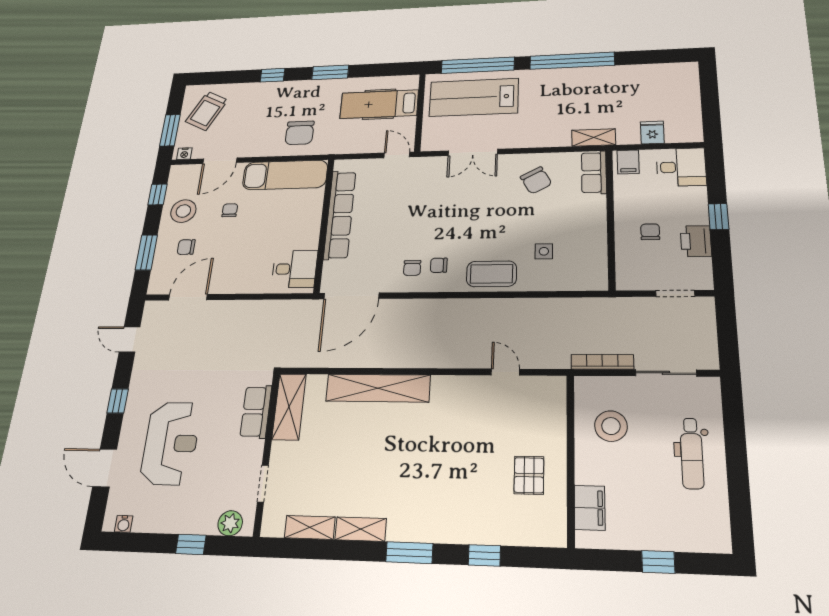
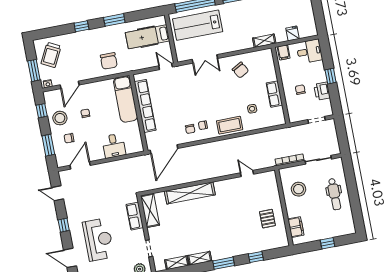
row of seats: (594, 172) -> (274, 94), moved
exam couch: (285, 175) -> (126, 99), moved, turned 90
desk: (294, 269) -> (114, 146), moved, turned 90

